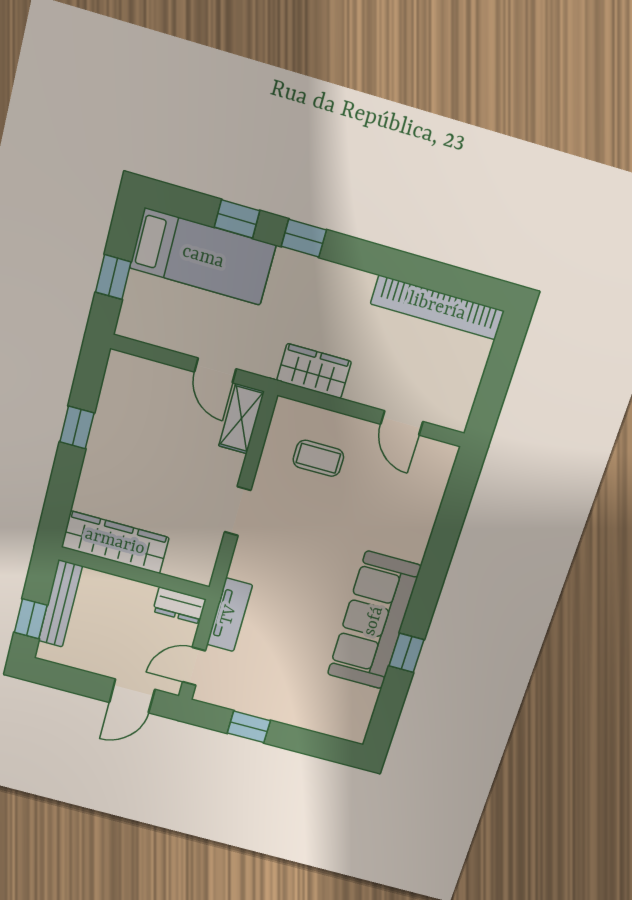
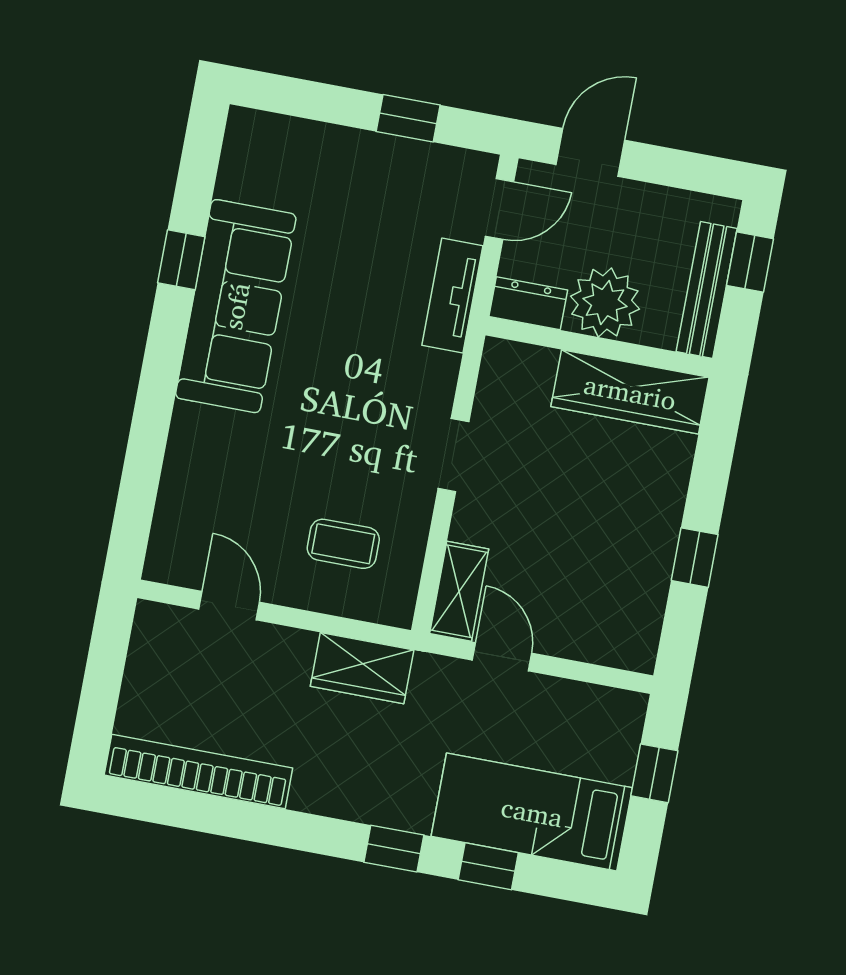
plant: (128, 601) -> (605, 303), added

